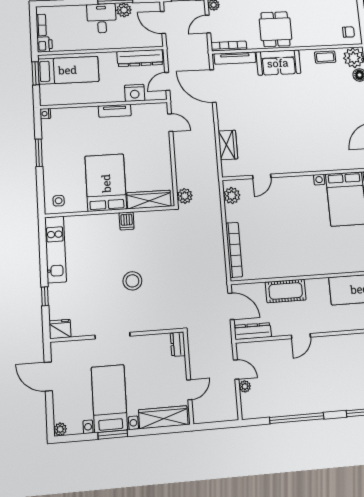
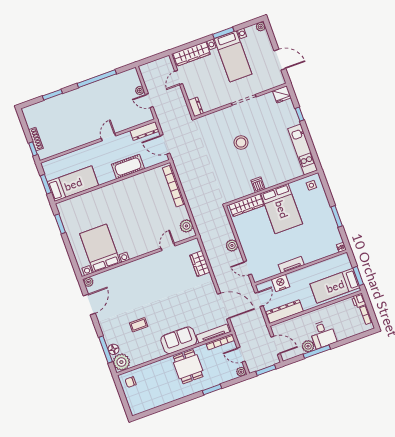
door: (208, 24) -> (241, 355), swing flipped
coffee table: (325, 57) -> (139, 325), moved
plant: (185, 196) -> (232, 245), moved

